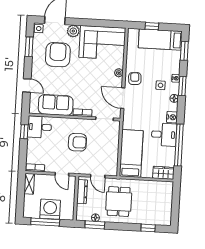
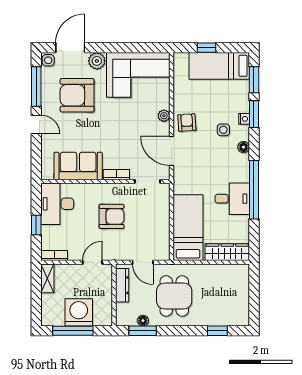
window: (29, 47) -> (36, 87), width x1.44
armchair: (58, 55) -> (77, 95), turned -90
door: (27, 85) -> (36, 124), moved
window: (182, 86) -> (254, 114), moved
nightstand: (172, 117) -> (242, 174), removed
desk: (39, 127) -> (57, 204), width x1.37
window: (24, 132) -> (36, 225), moved
window: (179, 145) -> (254, 190), moved
wardrobe: (163, 173) -> (227, 252), width x1.50
door: (62, 174) -> (92, 262), swing flipped

